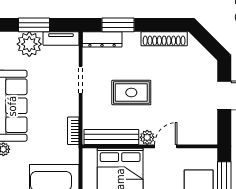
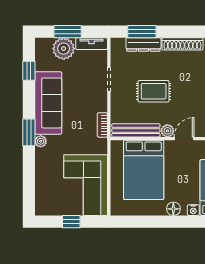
dresser: (102, 39) -> (143, 44), moved

